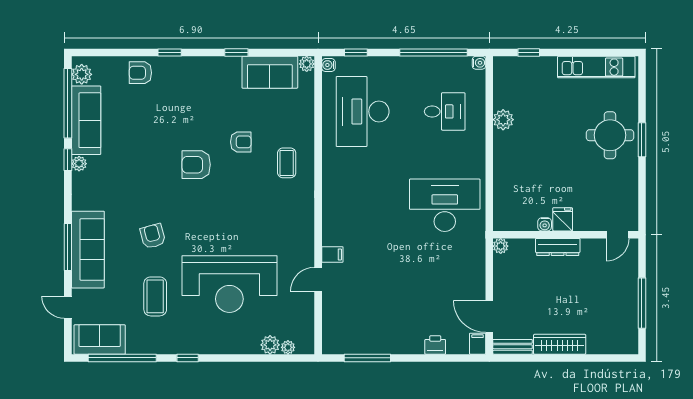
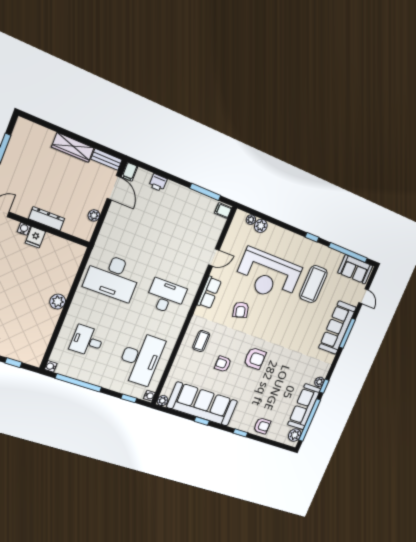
sofa: (270, 72) -> (202, 404), width x1.85, depth x1.27
plant: (503, 120) -> (58, 302), moved
desk: (363, 205) -> (166, 296), added
water cooler: (545, 224) -> (24, 229), moved
row of seats: (304, 231) -> (209, 293), added
armchair: (153, 236) -> (241, 310), moved
plant: (501, 246) -> (94, 215), moved
filing cabinet: (332, 254) -> (223, 211), moved
reception desk: (229, 284) -> (268, 275), turned 180
coffee table: (155, 296) -> (313, 284), width x1.36, depth x1.32

